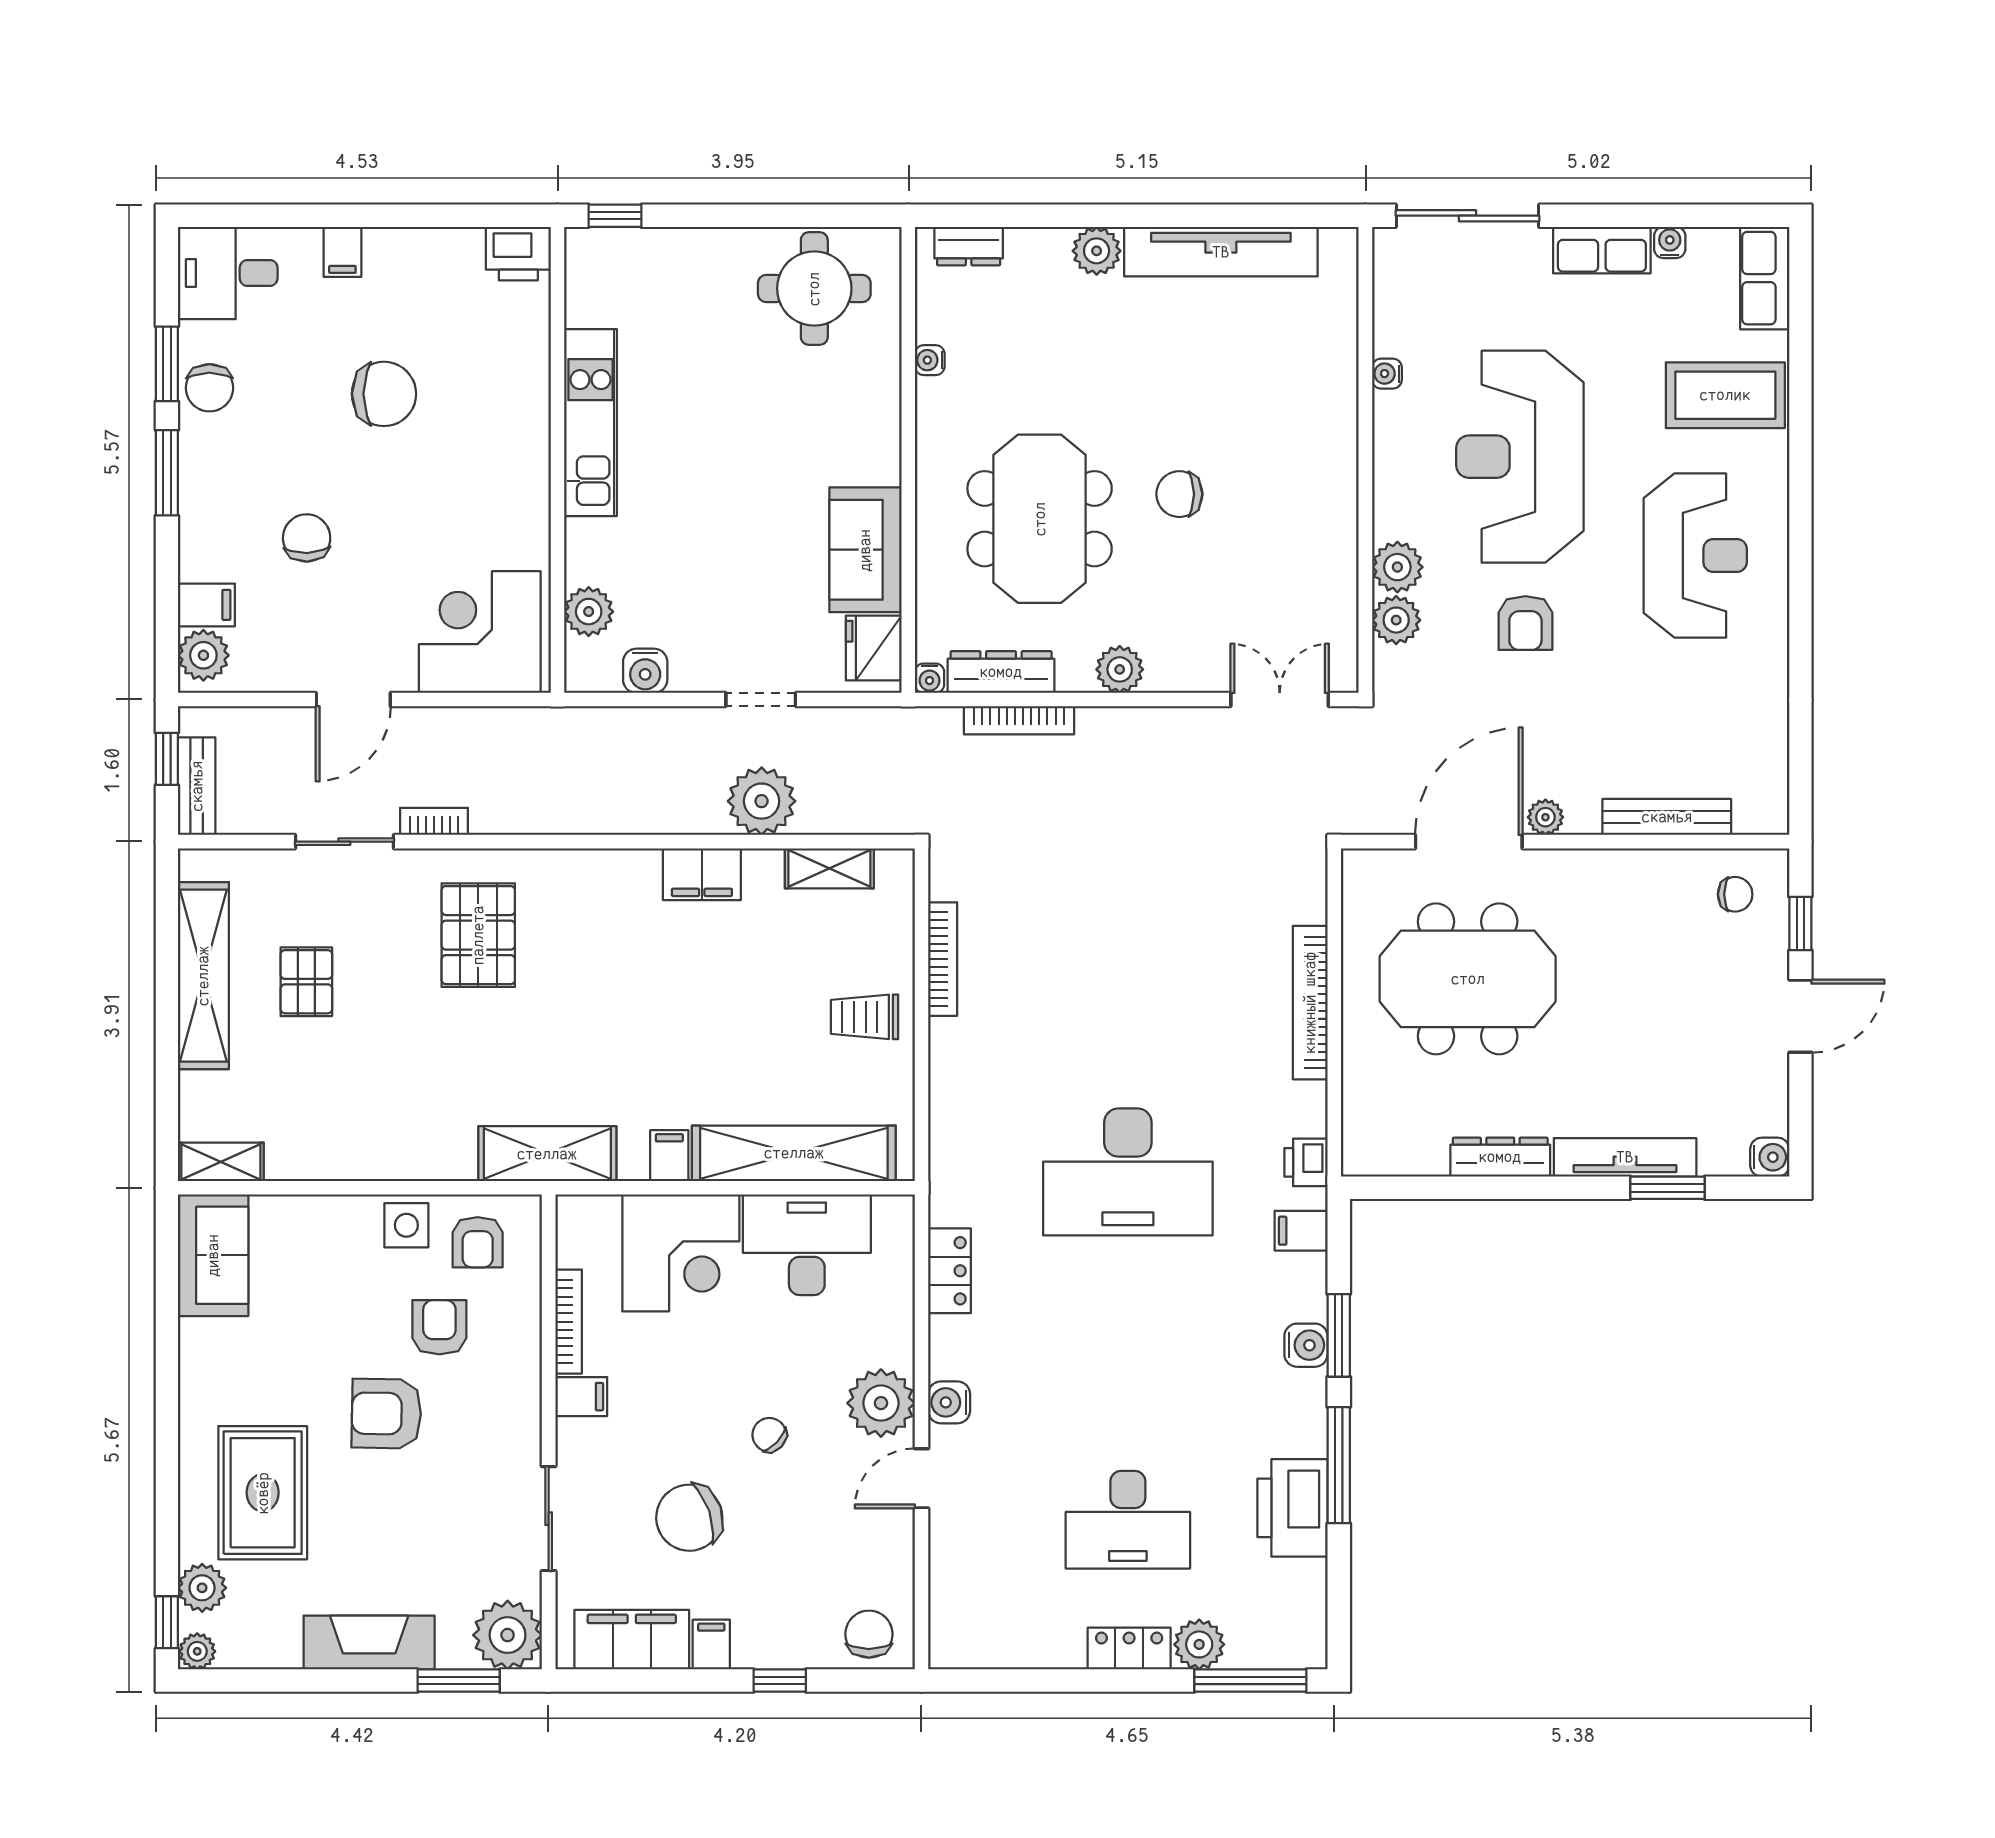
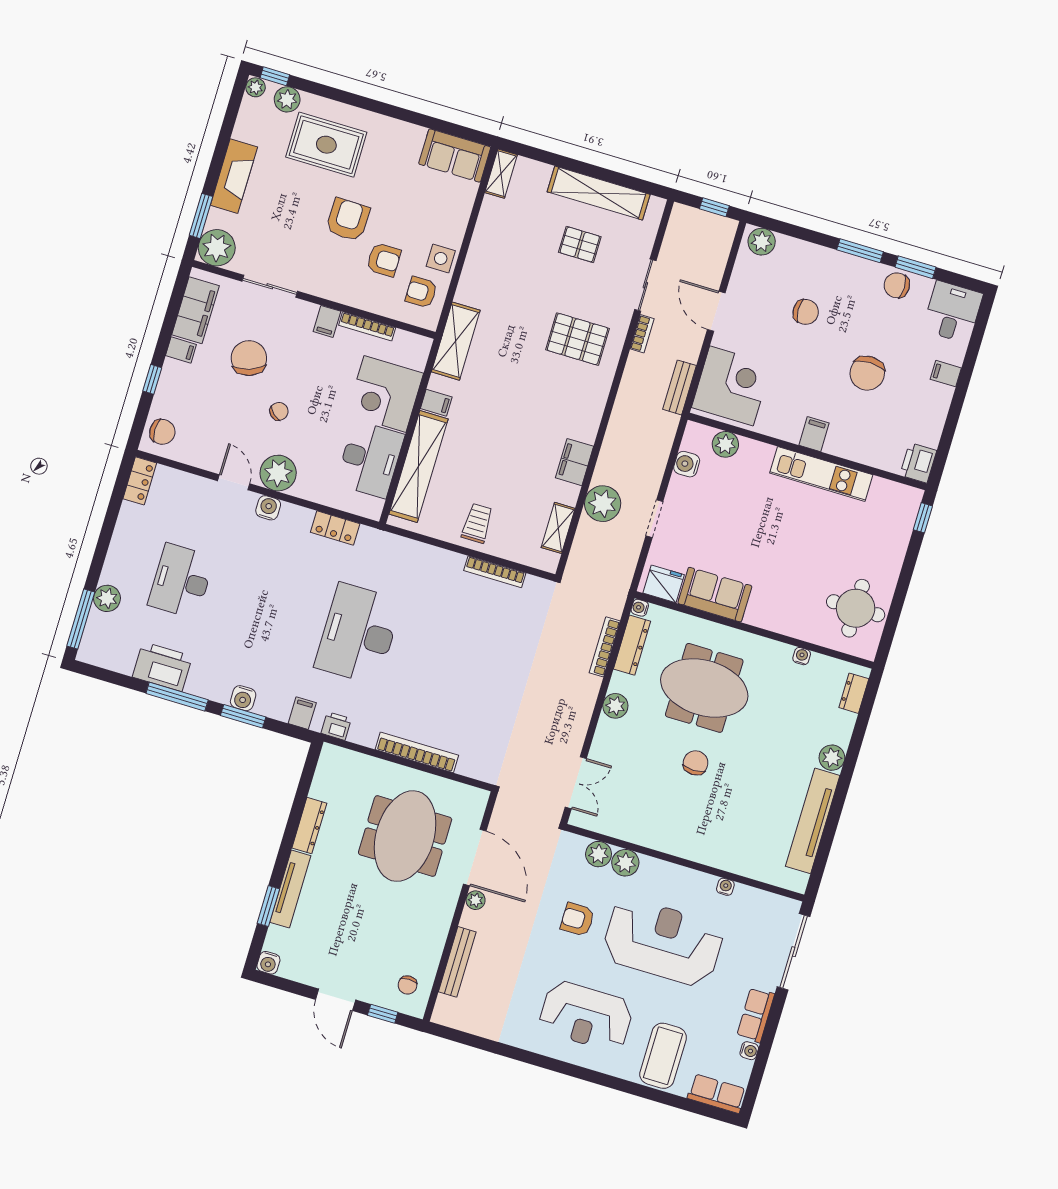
filing cabinet: (206, 605) -> (814, 434), moved, turned 180
bench: (197, 786) -> (680, 387), moved, turned 90
locker: (1129, 1648) -> (140, 481), moved

